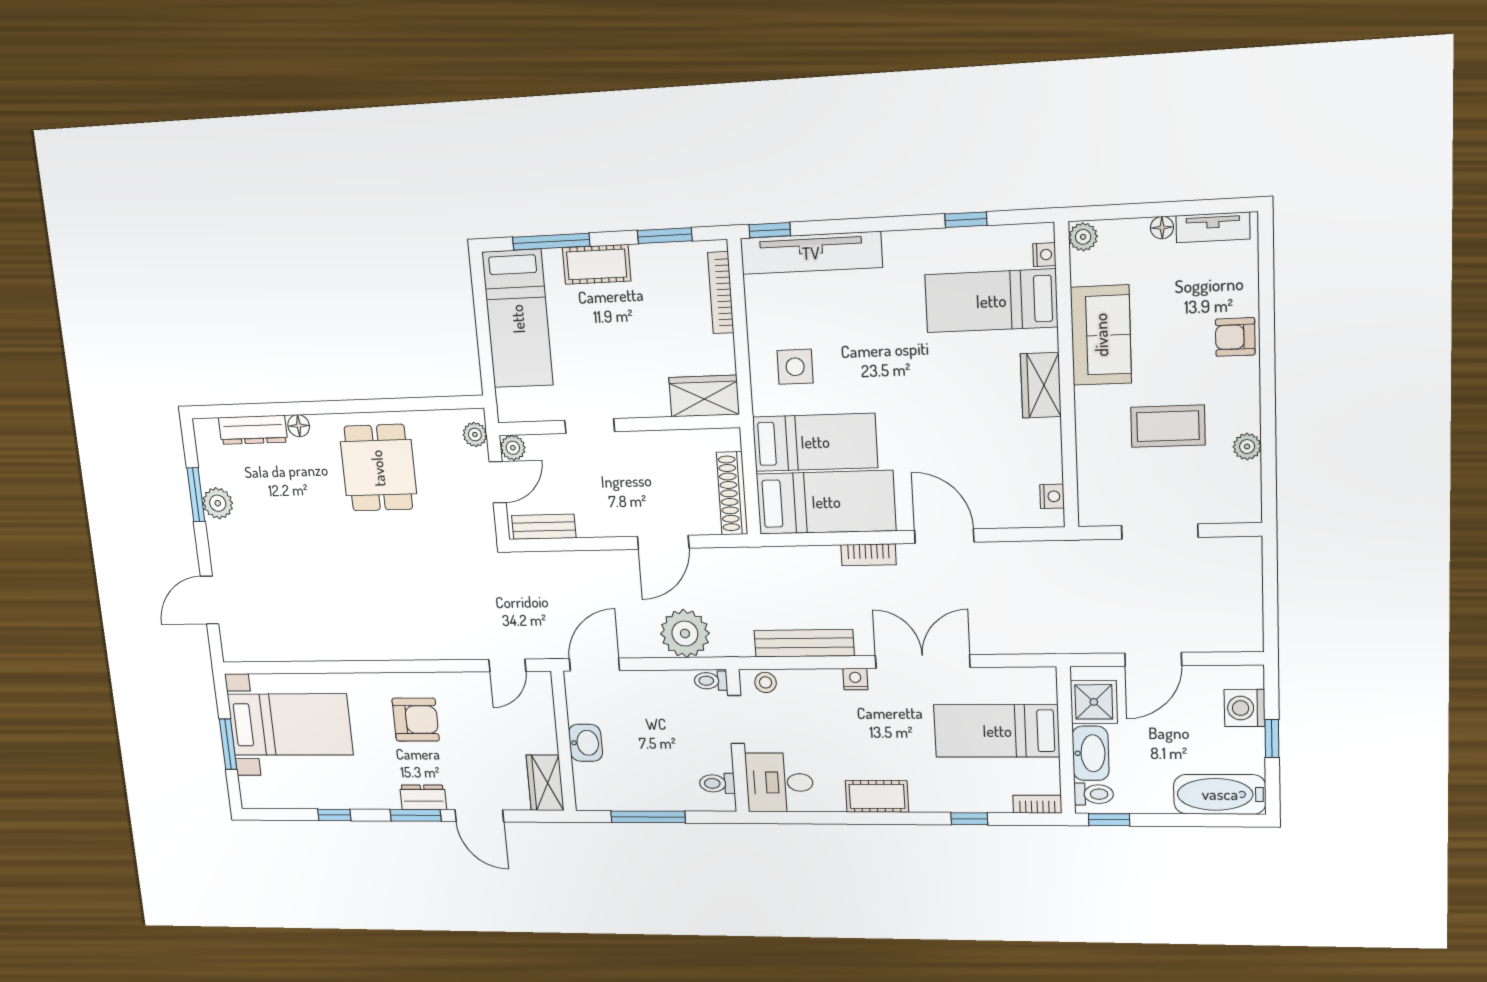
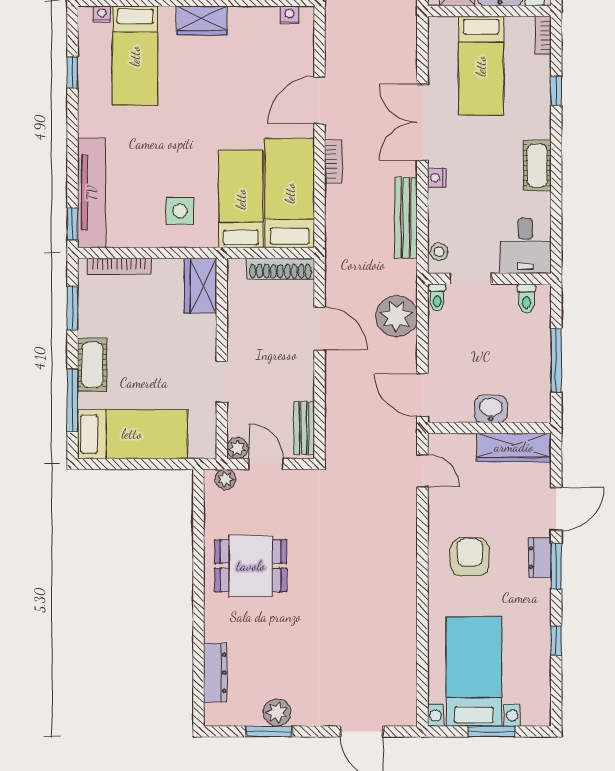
floor lamp: (299, 426) -> (213, 632), removed
wardrobe: (545, 783) -> (514, 447), width x1.50

